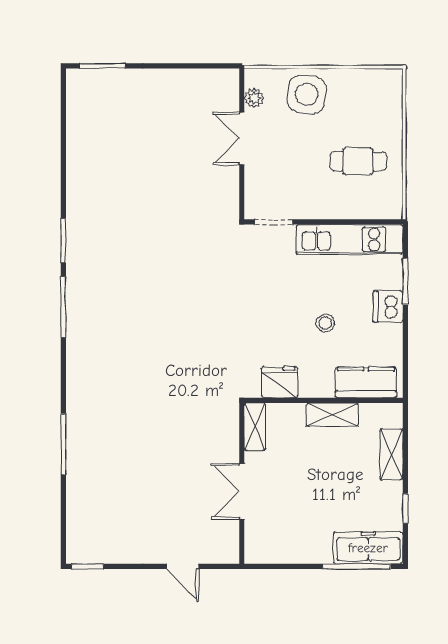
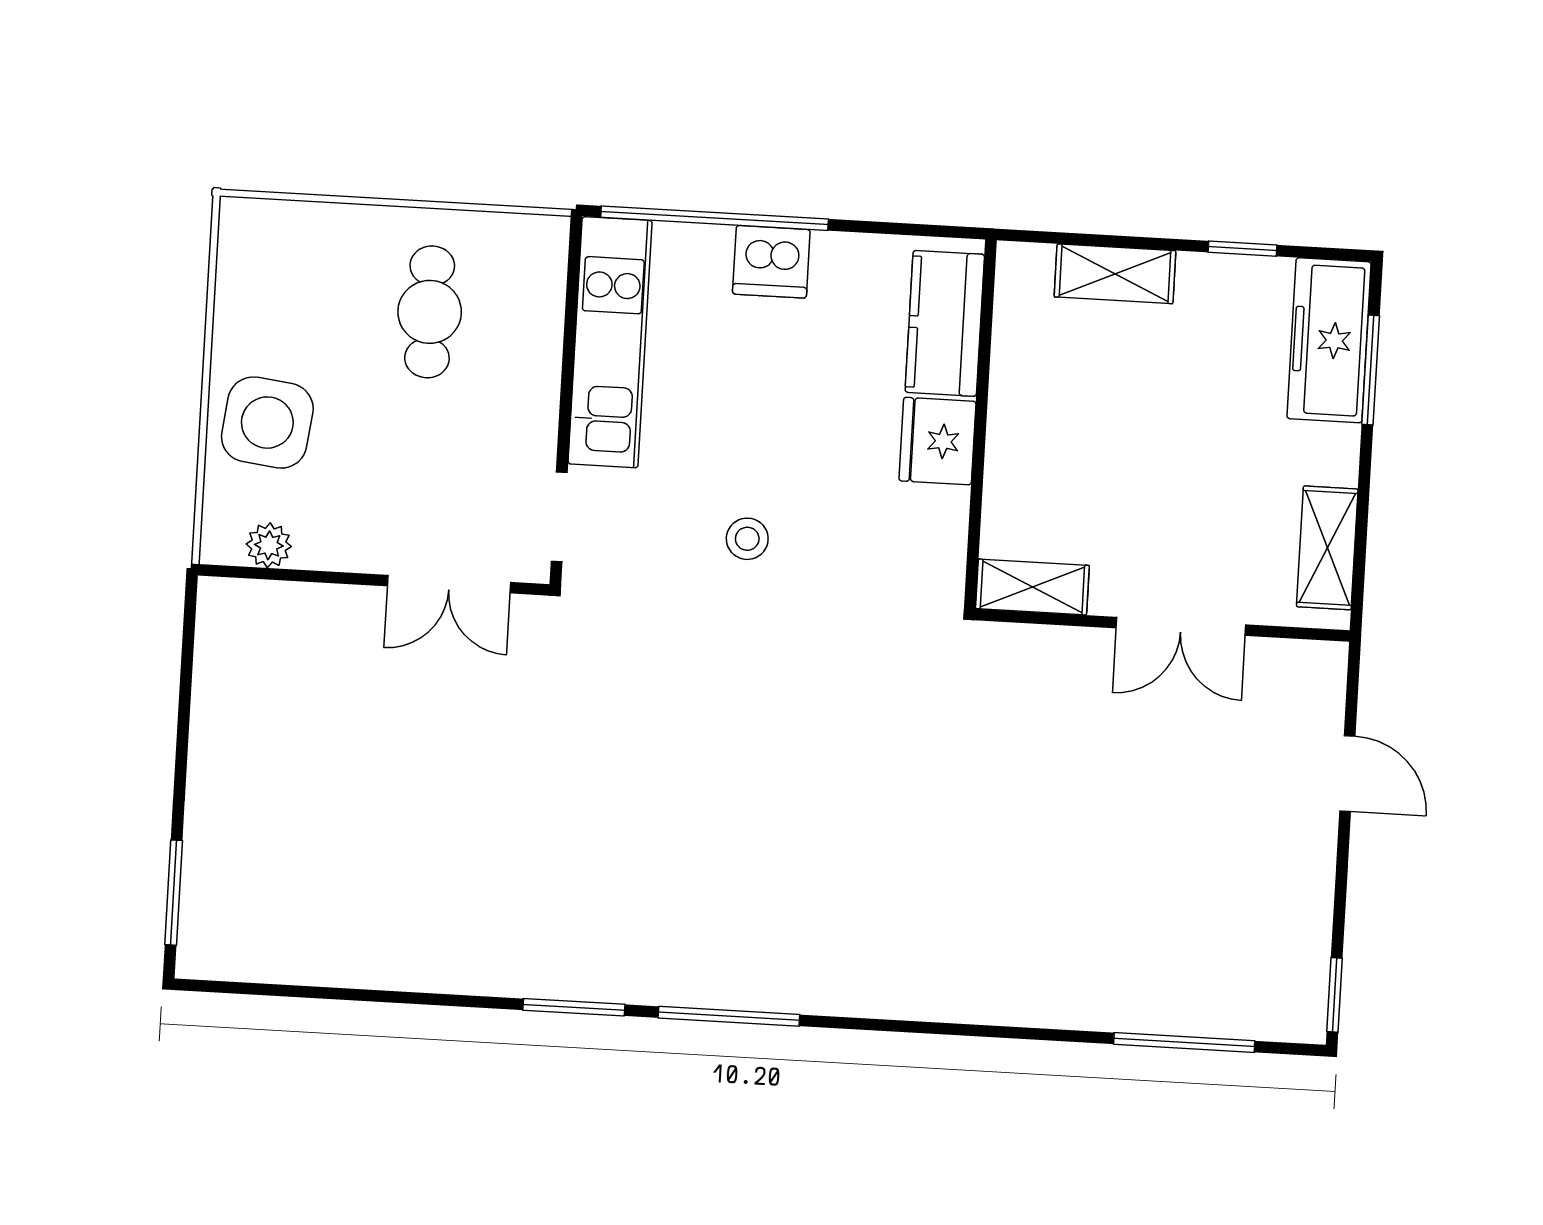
double door: (242, 138) -> (449, 584), moved
window: (405, 281) -> (715, 218), width x2.11
stool: (325, 323) -> (747, 539), moved
fridge: (280, 382) -> (937, 441), moved
shelving: (332, 415) -> (1327, 548), moved
window: (63, 444) -> (1184, 1042), moved
door: (183, 566) -> (1347, 773), hinge flipped
window: (356, 566) -> (1371, 370), width x0.69

